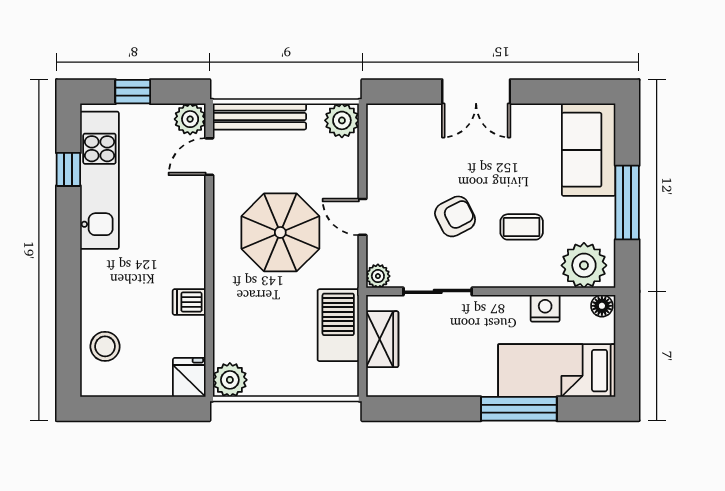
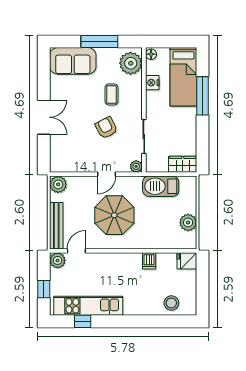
door: (209, 157) -> (76, 251), swing flipped
wardrobe: (382, 339) -> (183, 164), moved
plant: (230, 380) -> (188, 223), moved

